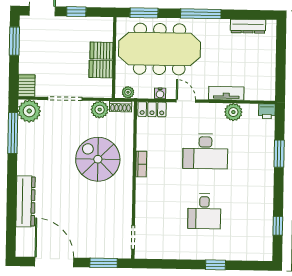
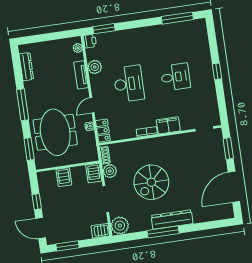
meeting table: (160, 49) -> (55, 132), width x0.73
server rack: (101, 69) -> (94, 173), moved
plant: (128, 92) -> (78, 48), moved
window: (13, 133) -> (163, 232), moved
window: (279, 154) -> (104, 29), moved
spiral stairs: (98, 159) -> (151, 182), moved
filing cabinet: (145, 192) -> (168, 125), added
dresser: (26, 201) -> (172, 220), moved
window: (278, 226) -> (177, 18), width x2.17
window: (215, 265) -> (217, 71), moved

